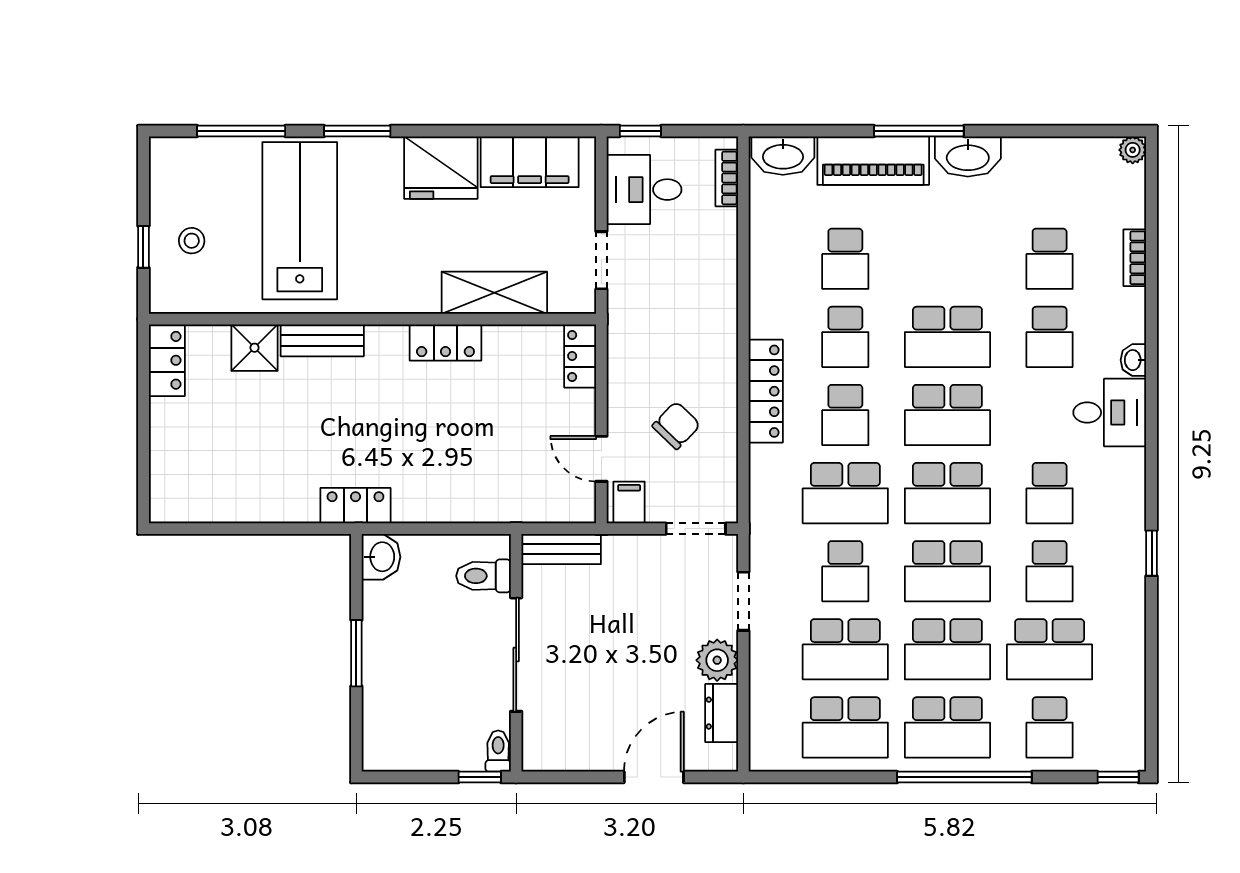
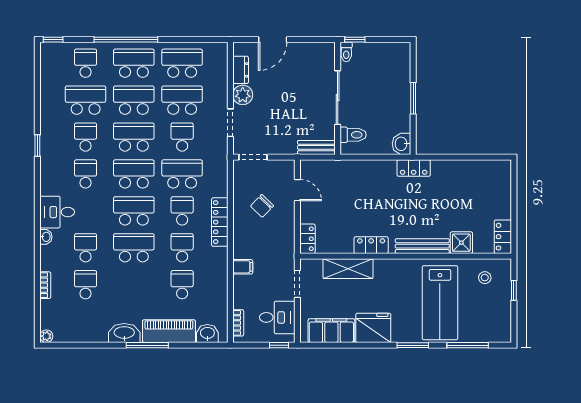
washbasin: (783, 156) -> (207, 333), width x0.72
stool: (192, 241) -> (485, 278), moved
bench: (322, 340) -> (422, 246), width x1.36
filing cabinet: (629, 502) -> (243, 267), moved, turned -90

